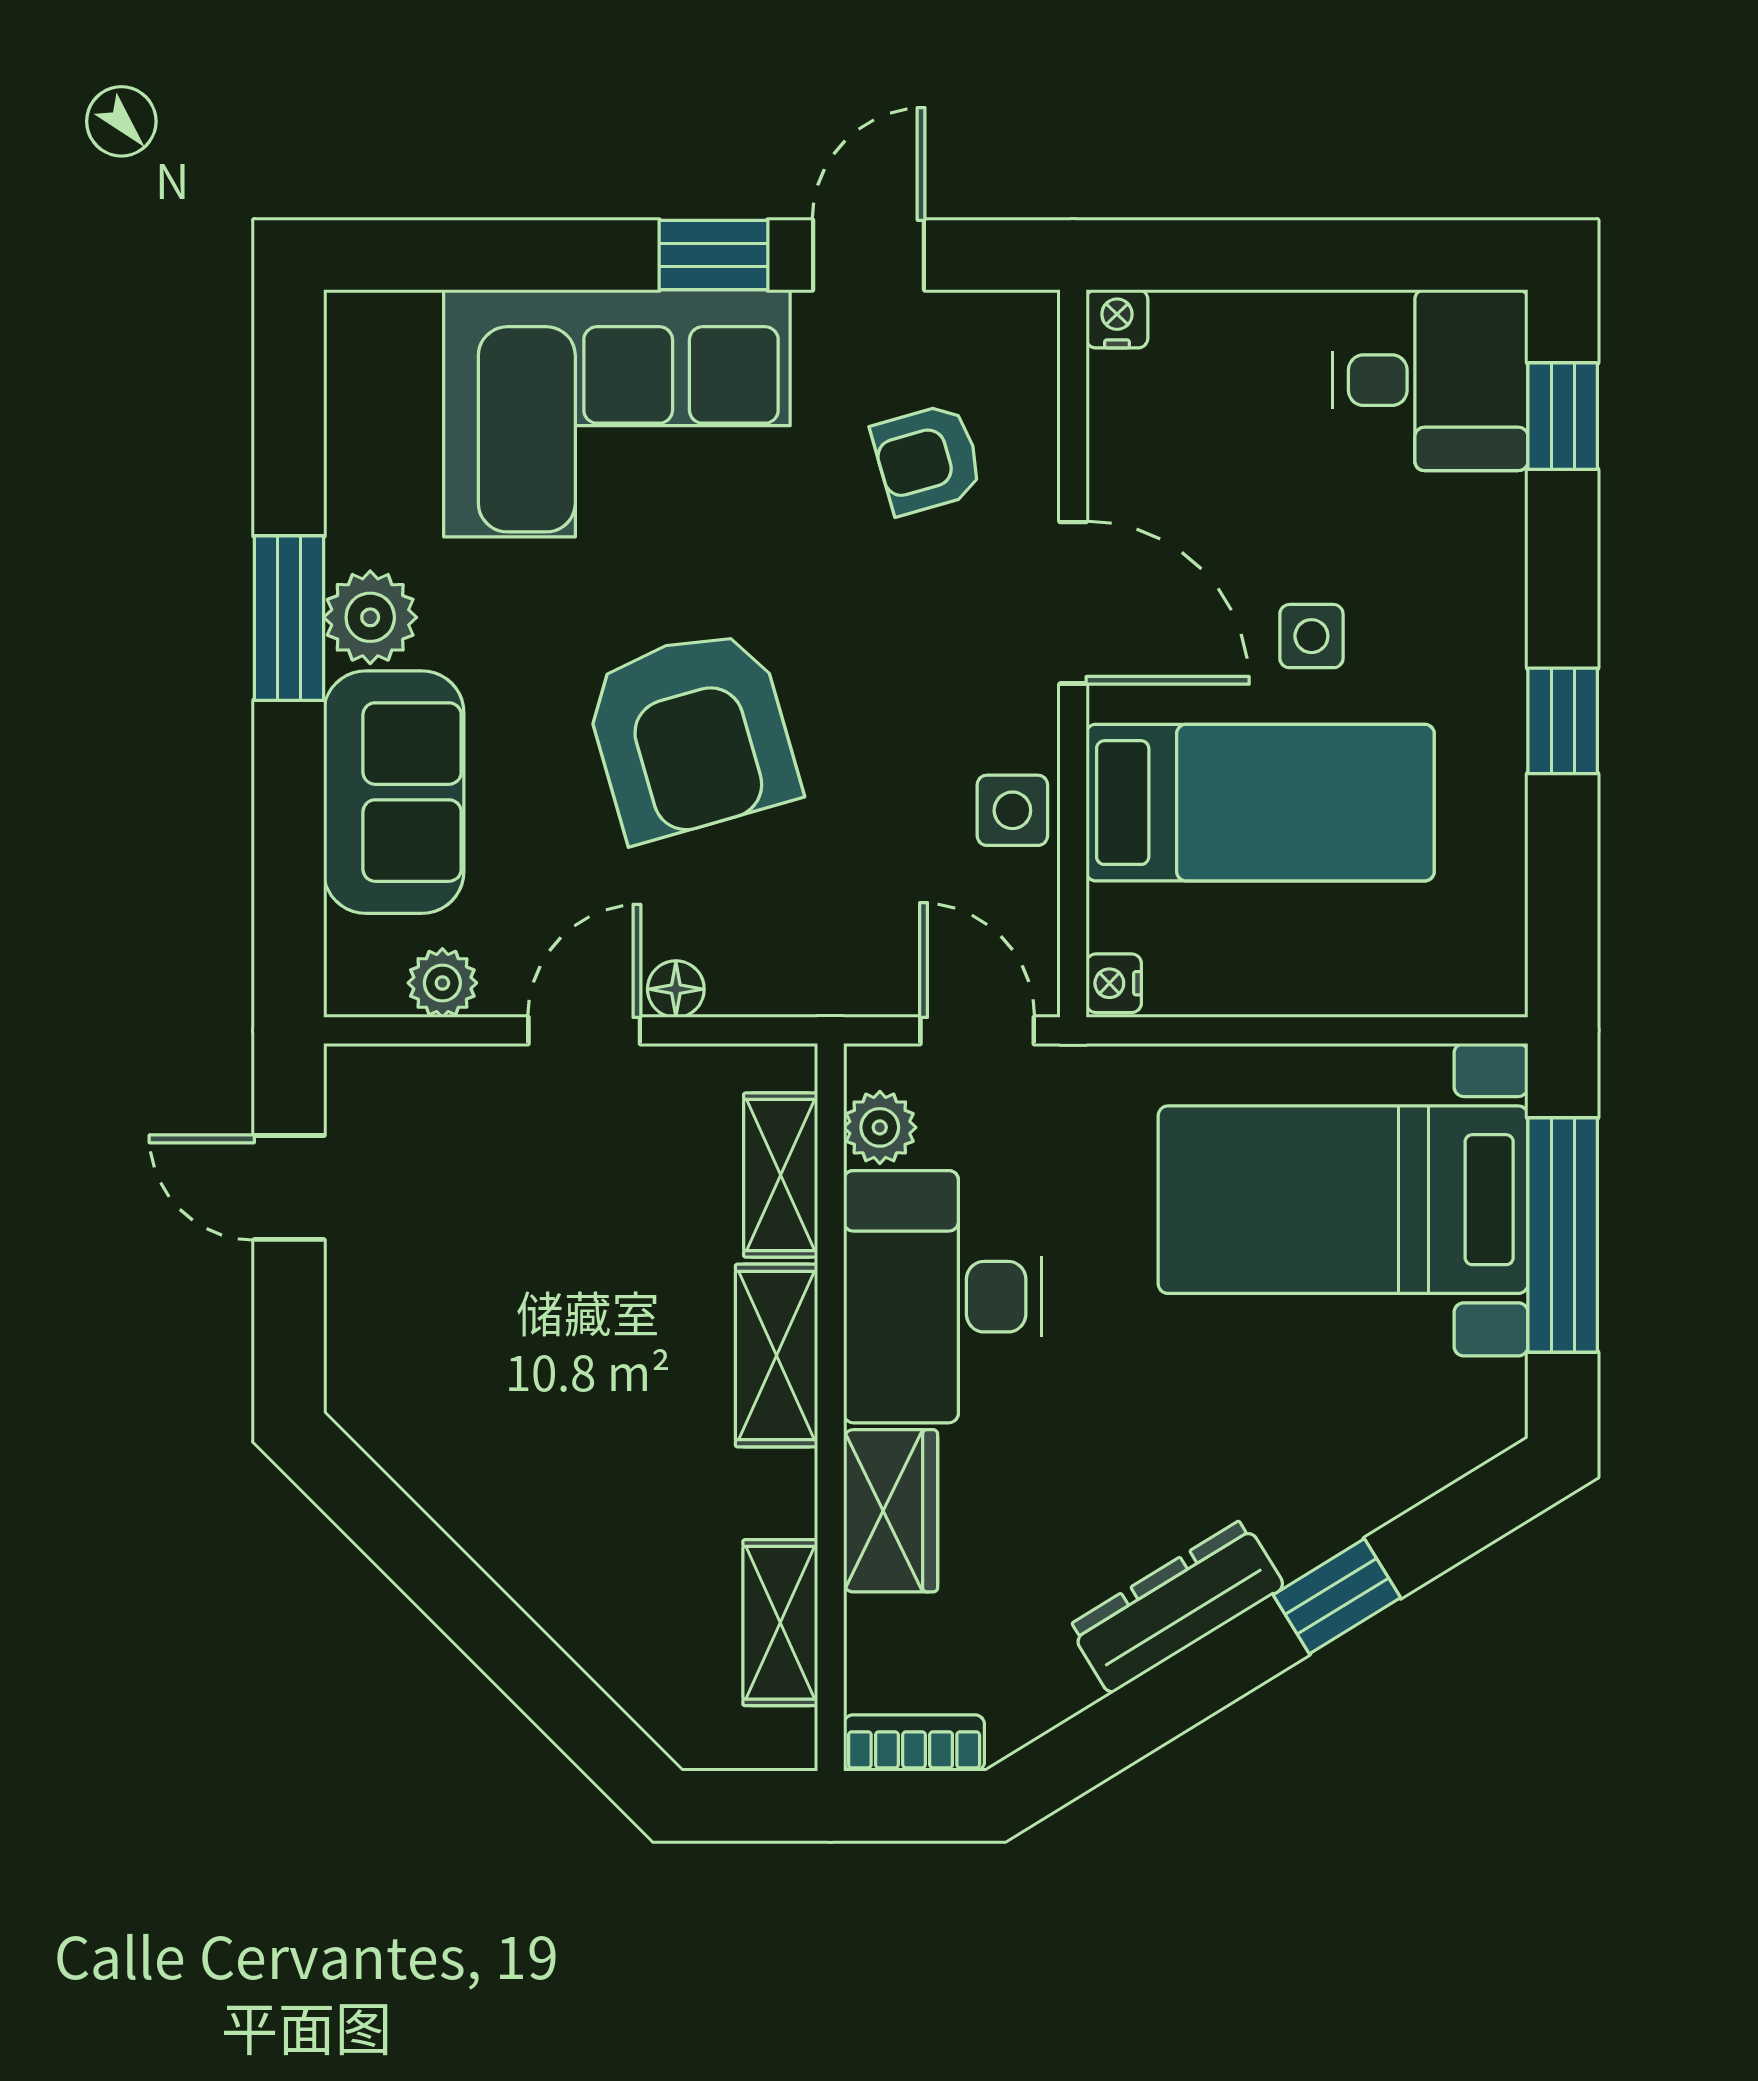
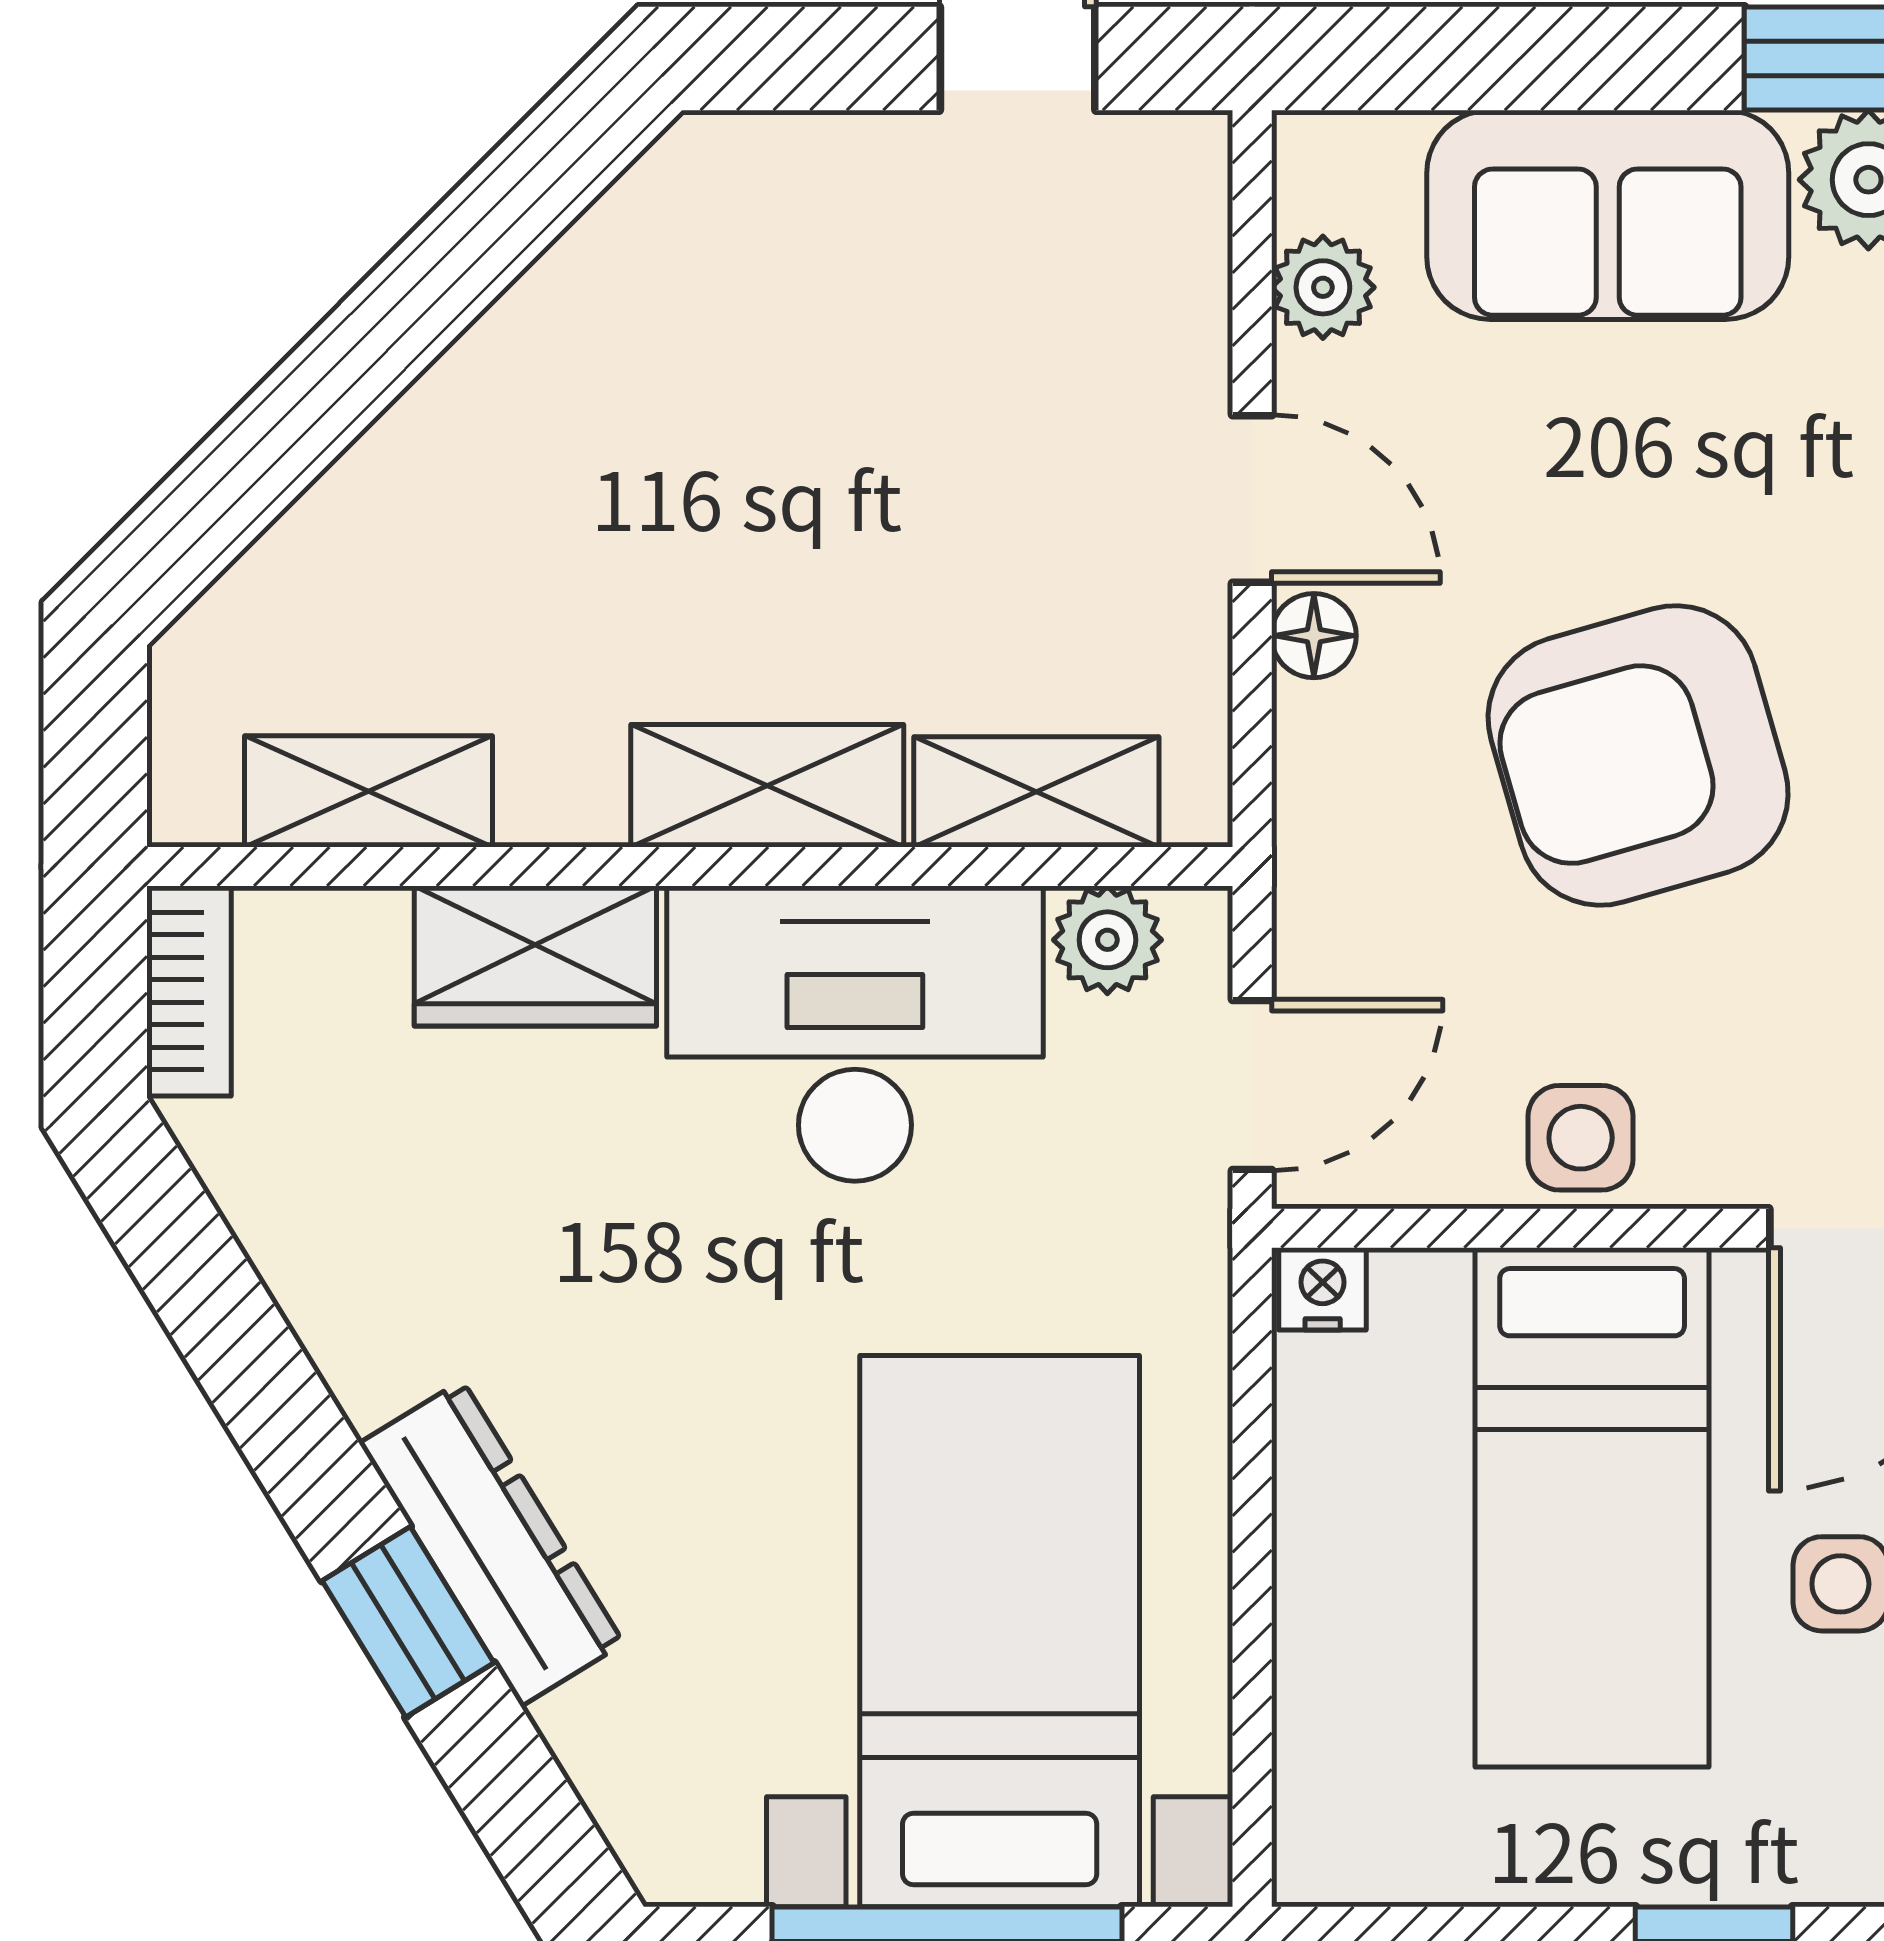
armchair: (691, 734) -> (1638, 755), moved
dresser: (1176, 1606) -> (491, 1543), moved

